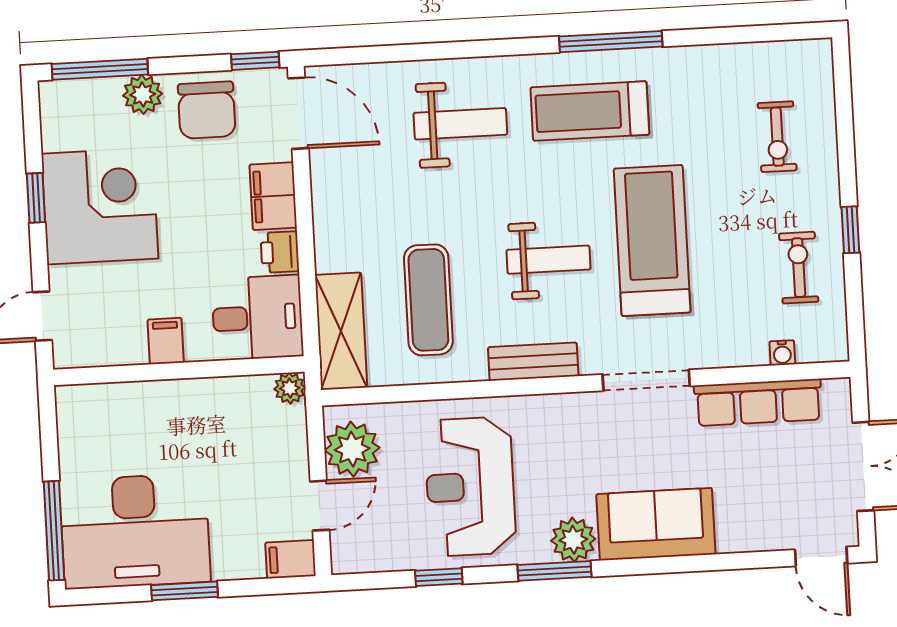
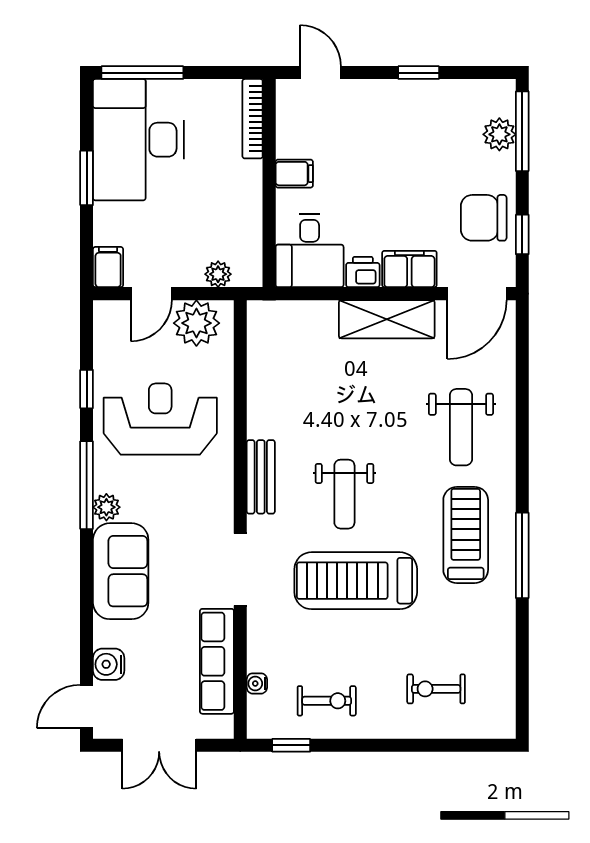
window: (255, 61) -> (522, 234), moved
plant: (143, 94) -> (499, 134), moved
corner desk: (100, 206) -> (409, 125), removed
window: (850, 230) -> (291, 745), moved
treadmill: (652, 240) -> (356, 581), turned 180
exercise mat: (428, 300) -> (317, 393), removed
shelving: (341, 331) -> (387, 319), moved
plant: (290, 388) -> (218, 274), moved
bookcase: (102, 395) -> (253, 119), added
door: (320, 506) -> (151, 294), hinge flipped
water cooler: (769, 533) -> (109, 664), added
plant: (573, 540) -> (106, 507), width x0.73, depth x0.73
window: (555, 571) -> (87, 485), width x1.44

